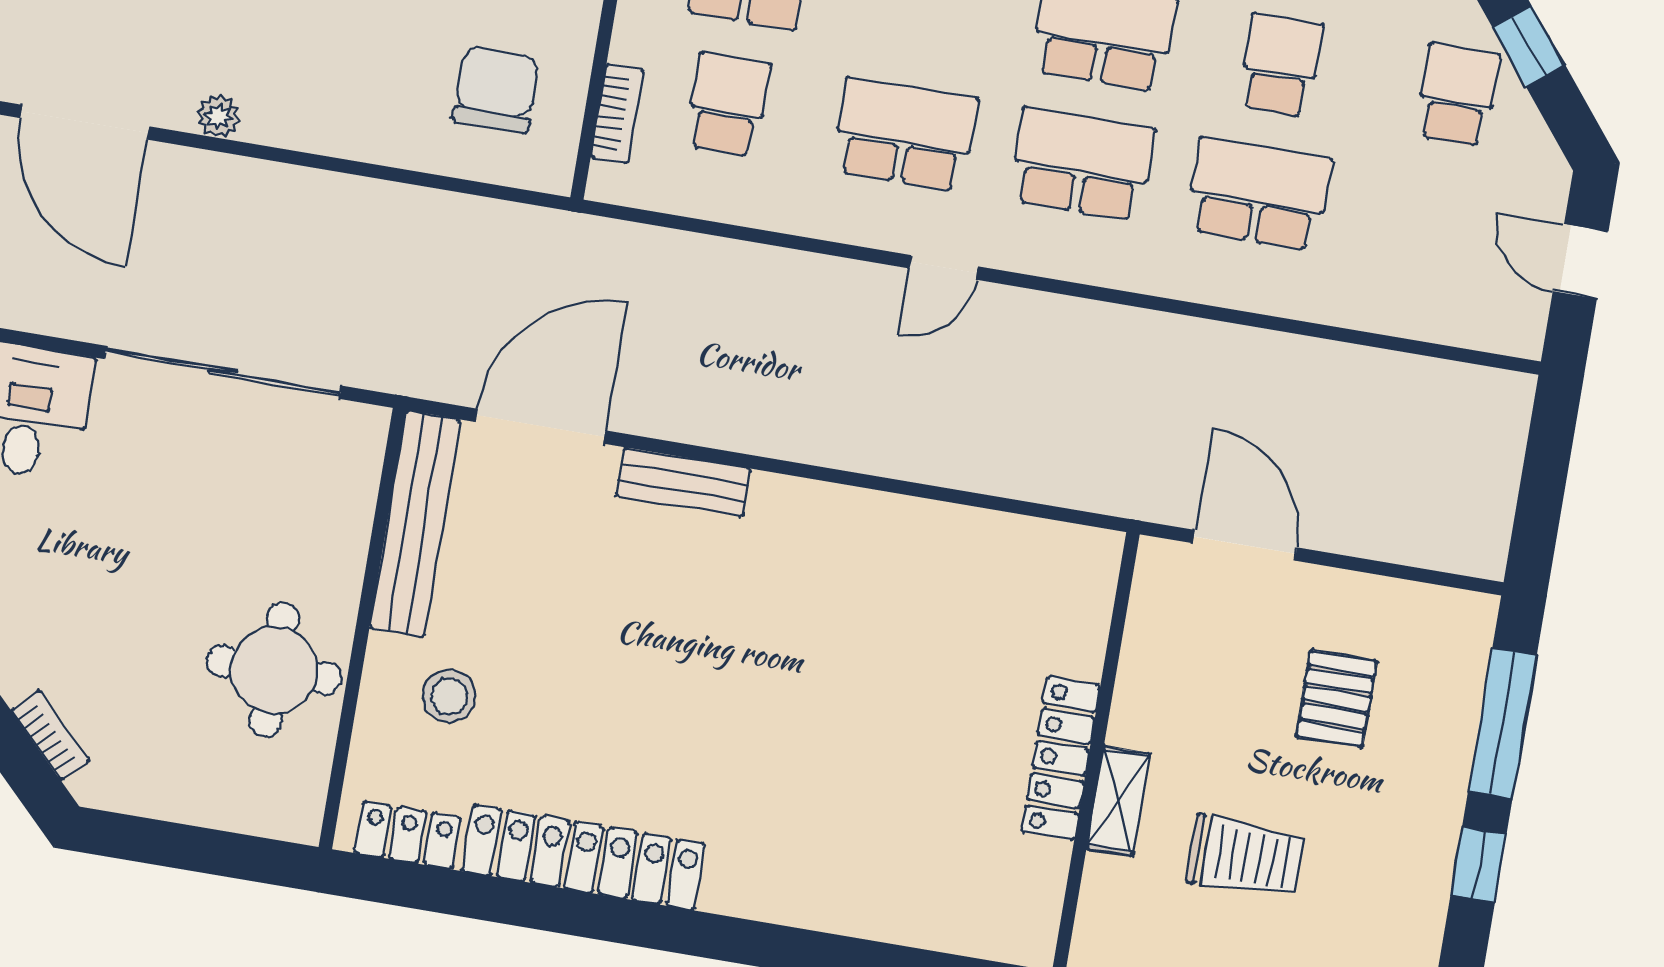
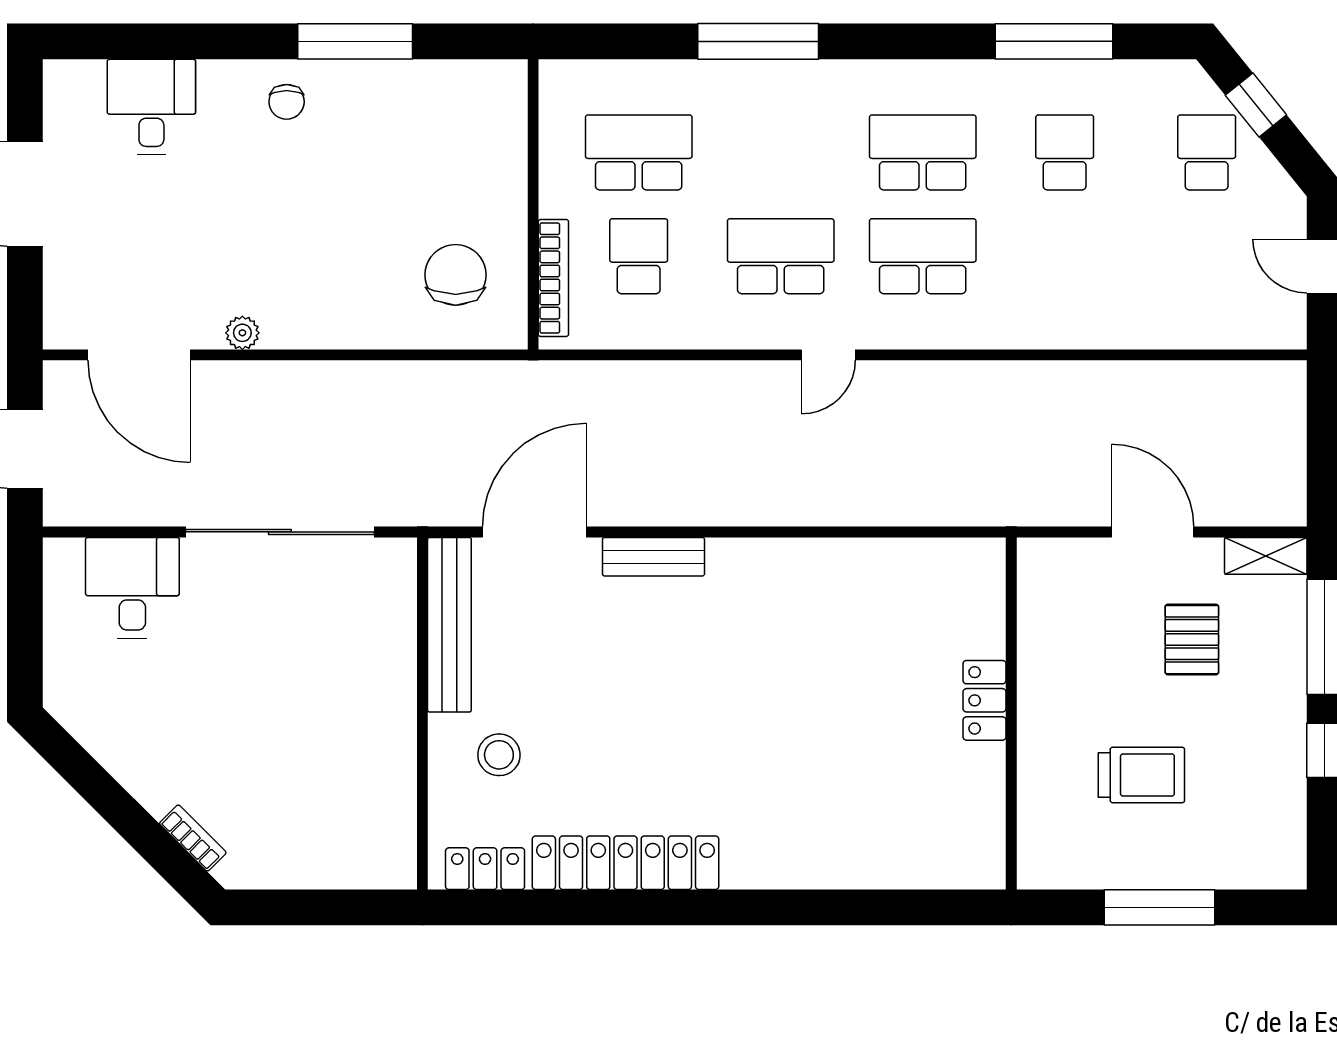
bookcase: (617, 114) -> (553, 278), width x1.56
school desk: (1259, 194) -> (1065, 256), removed
door: (1245, 545) -> (1153, 532), moved
round table: (274, 670) -> (359, 757), removed
locker: (1061, 758) -> (985, 700), width x0.66
shelving: (1118, 801) -> (1266, 556), moved, turned 90

